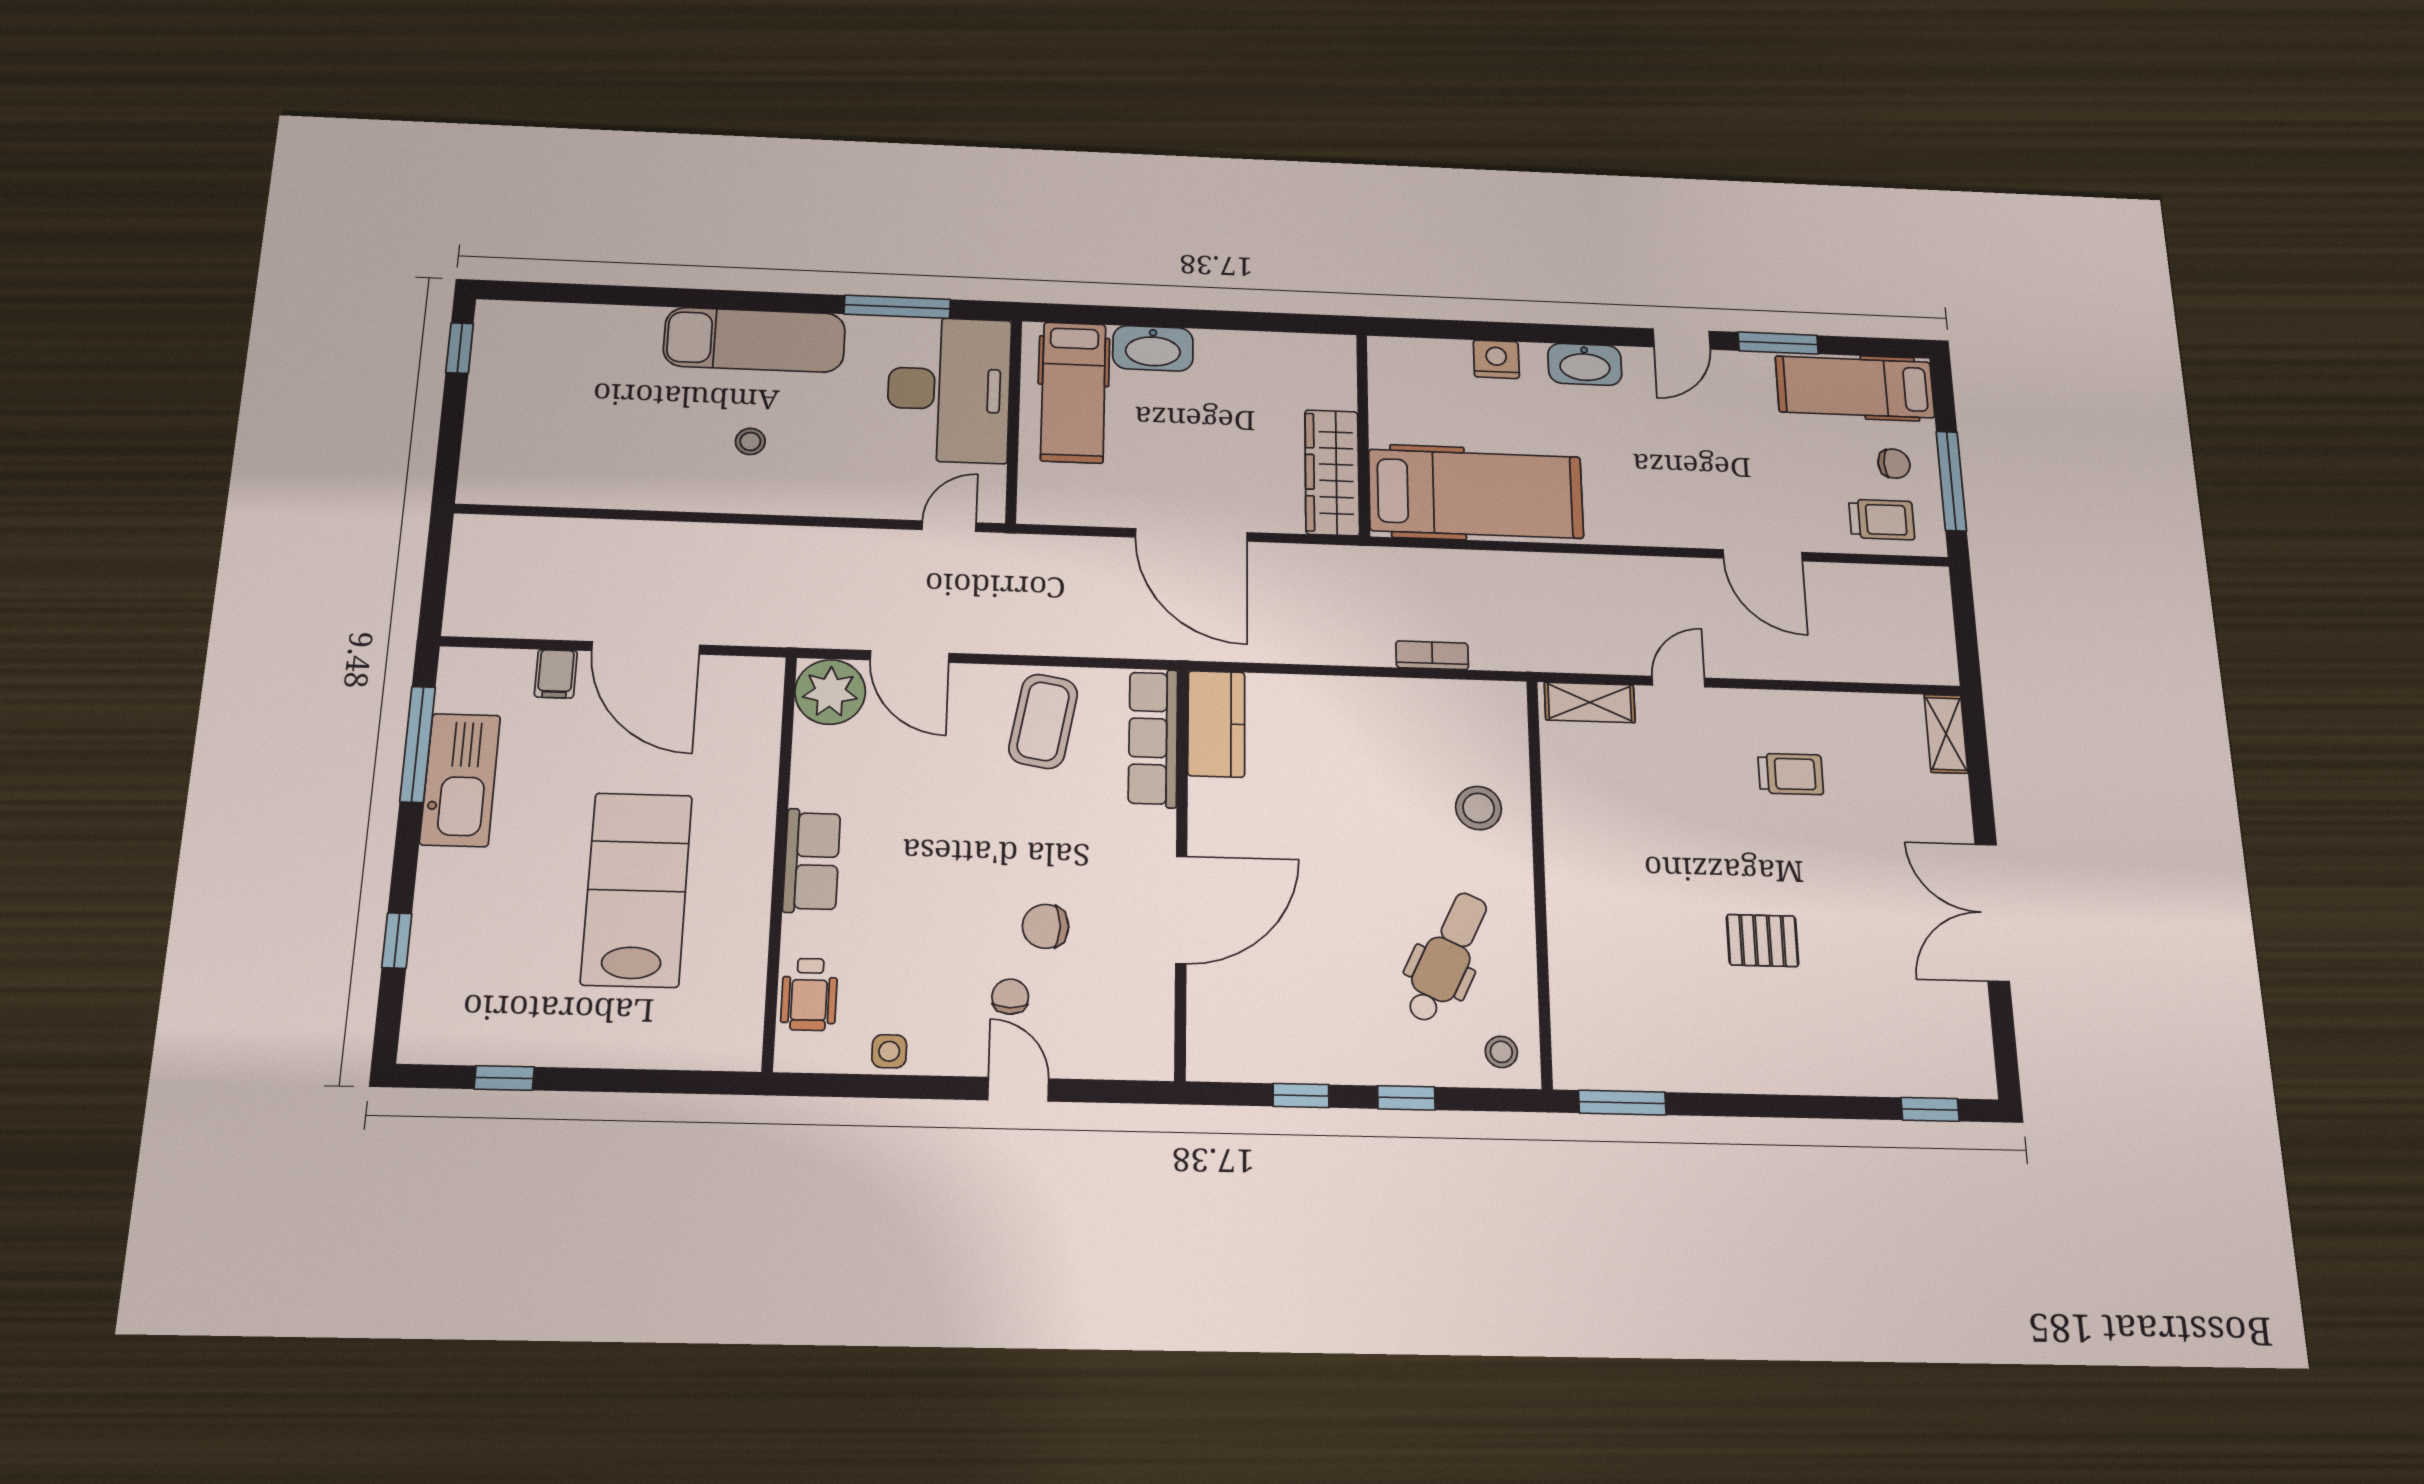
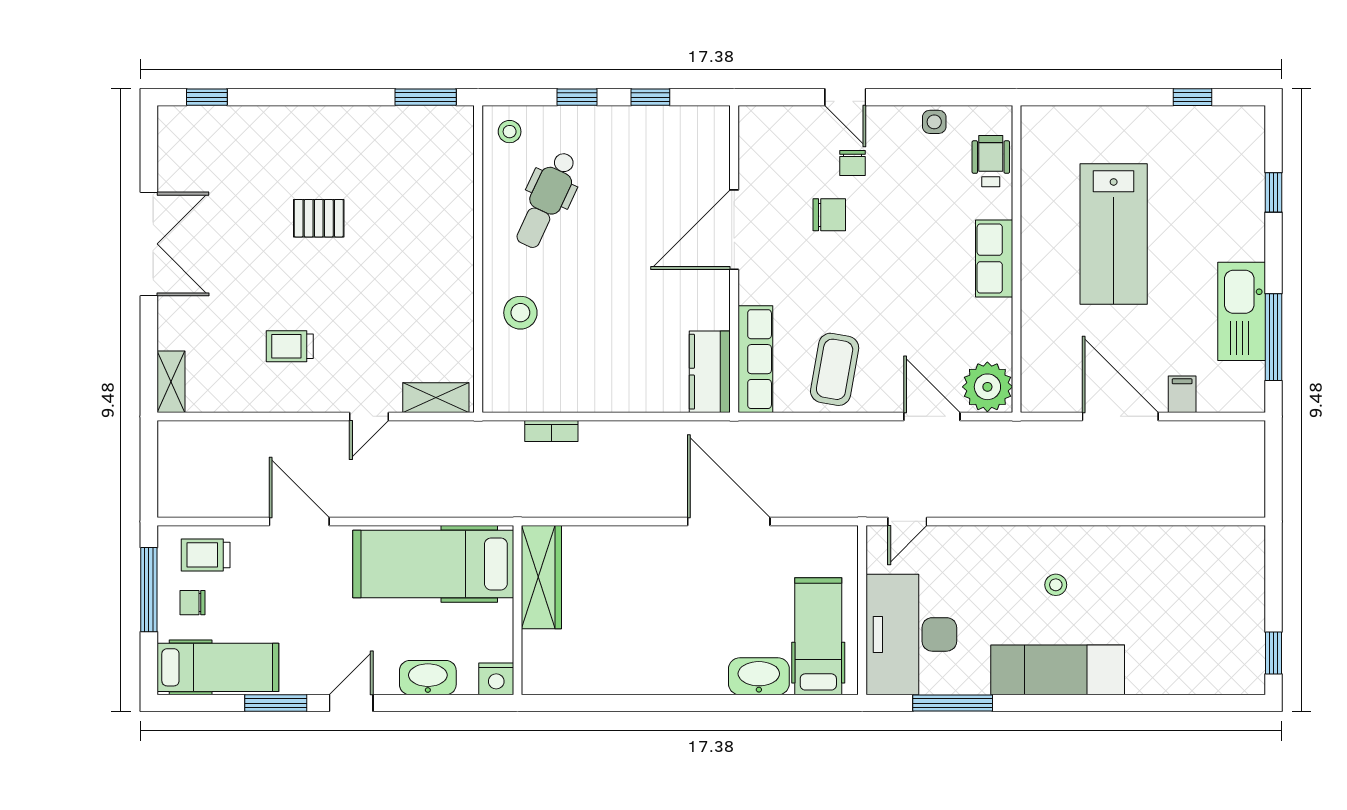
wall: (1363, 434) -> (518, 610), moved
wardrobe: (1332, 473) -> (541, 577), moved
hospital bed: (1476, 494) -> (433, 564), moved

